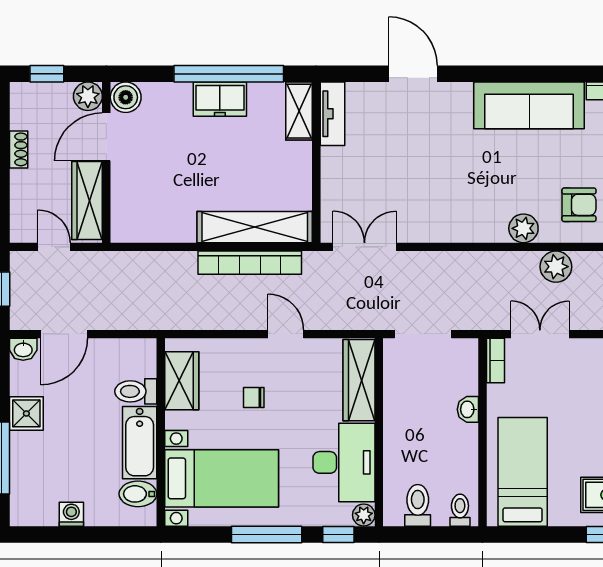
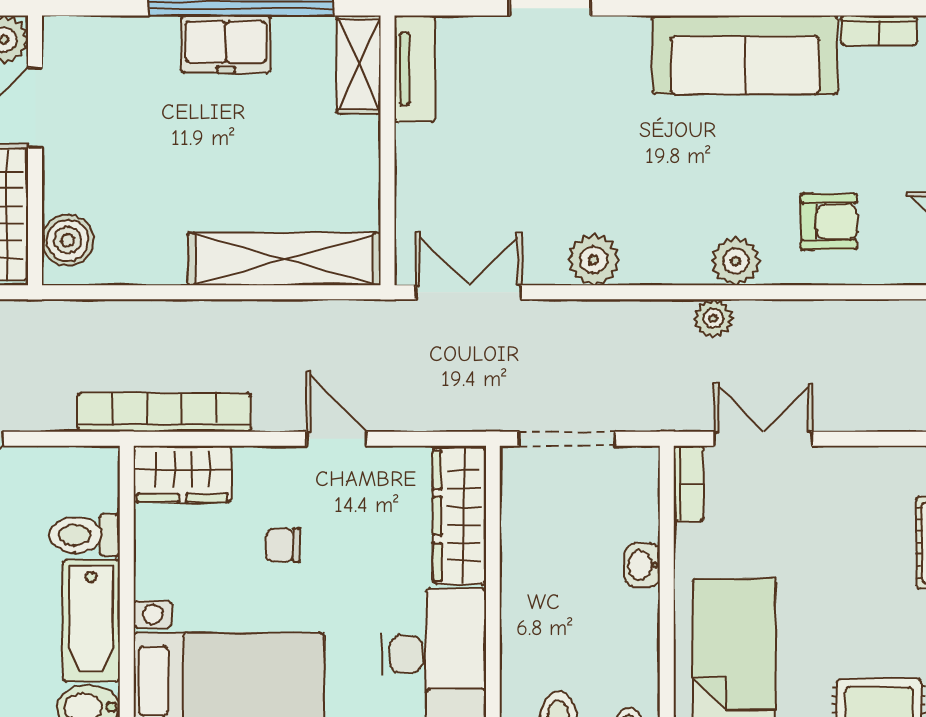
boiler: (126, 97) -> (68, 240), moved
plant: (439, 228) -> (594, 260), added
bookcase: (250, 263) -> (164, 412), moved, turned 180
plant: (556, 267) -> (713, 318), moved, width x0.73, depth x0.73
wardrobe: (182, 381) -> (182, 474), moved, turned 90

